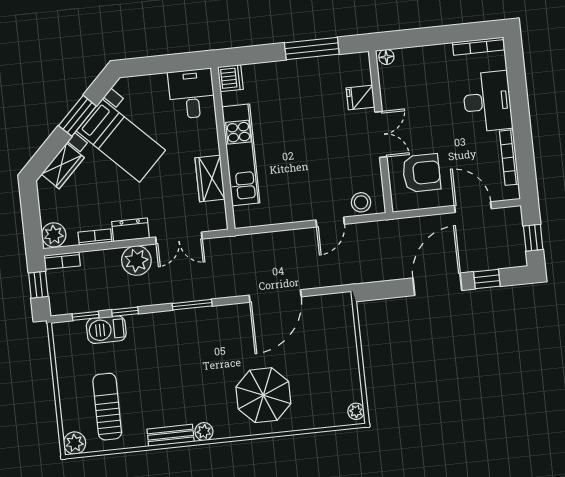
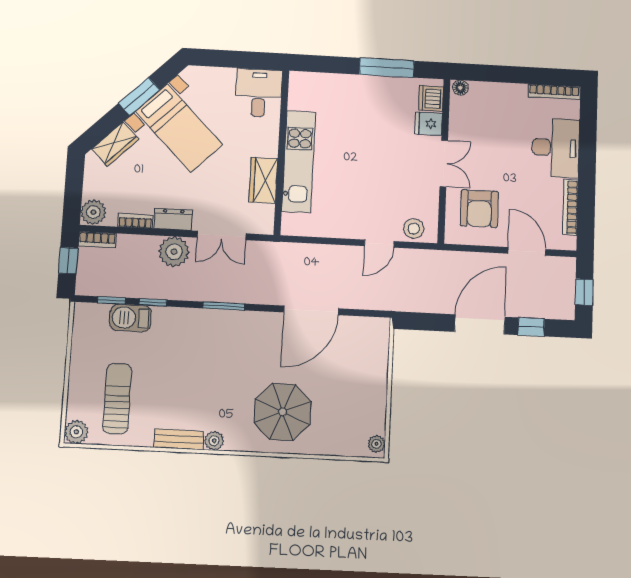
dishwasher: (230, 78) -> (431, 98), moved, turned 180
armchair: (421, 173) -> (479, 209), turned 90

